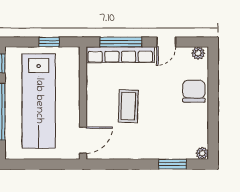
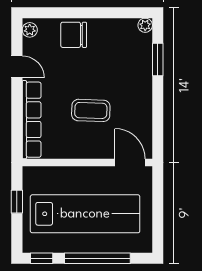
window: (121, 42) -> (17, 119), removed

